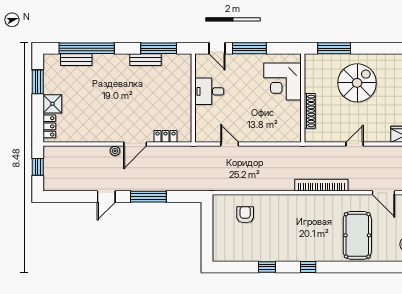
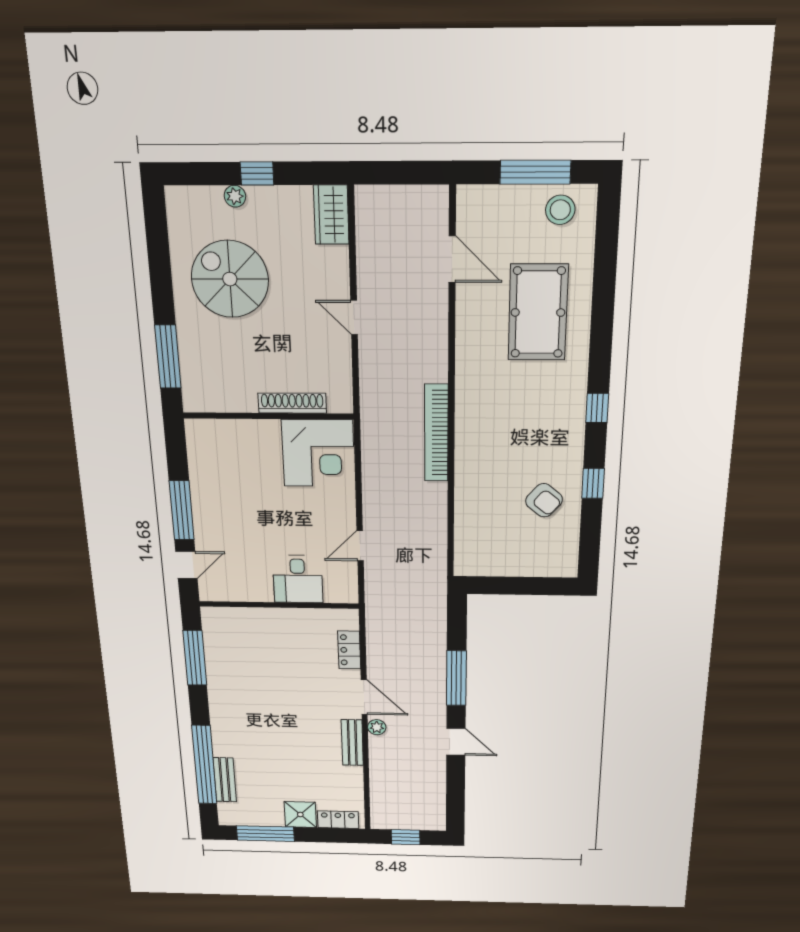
bench: (146, 60) -> (352, 743), moved
window: (38, 82) -> (265, 834), width x1.44
corner desk: (283, 82) -> (318, 453), moved
spiral stairs: (357, 83) -> (230, 279), moved
desk: (209, 91) -> (298, 579), moved
bookcase: (321, 185) -> (436, 433), moved
door: (383, 193) -> (452, 259), hinge flipped
armchair: (245, 215) -> (544, 500), moved, turned -140
pool table: (357, 235) -> (538, 312), turned 90

